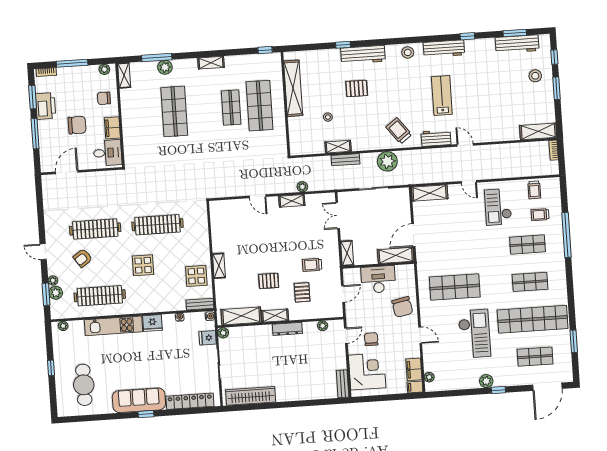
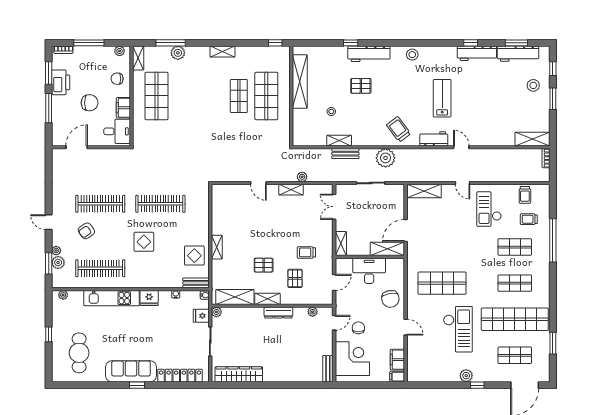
workbench: (444, 49) -> (477, 53), moved
shop shelf: (174, 111) -> (156, 96), moved
plant: (429, 377) -> (412, 368), removed

